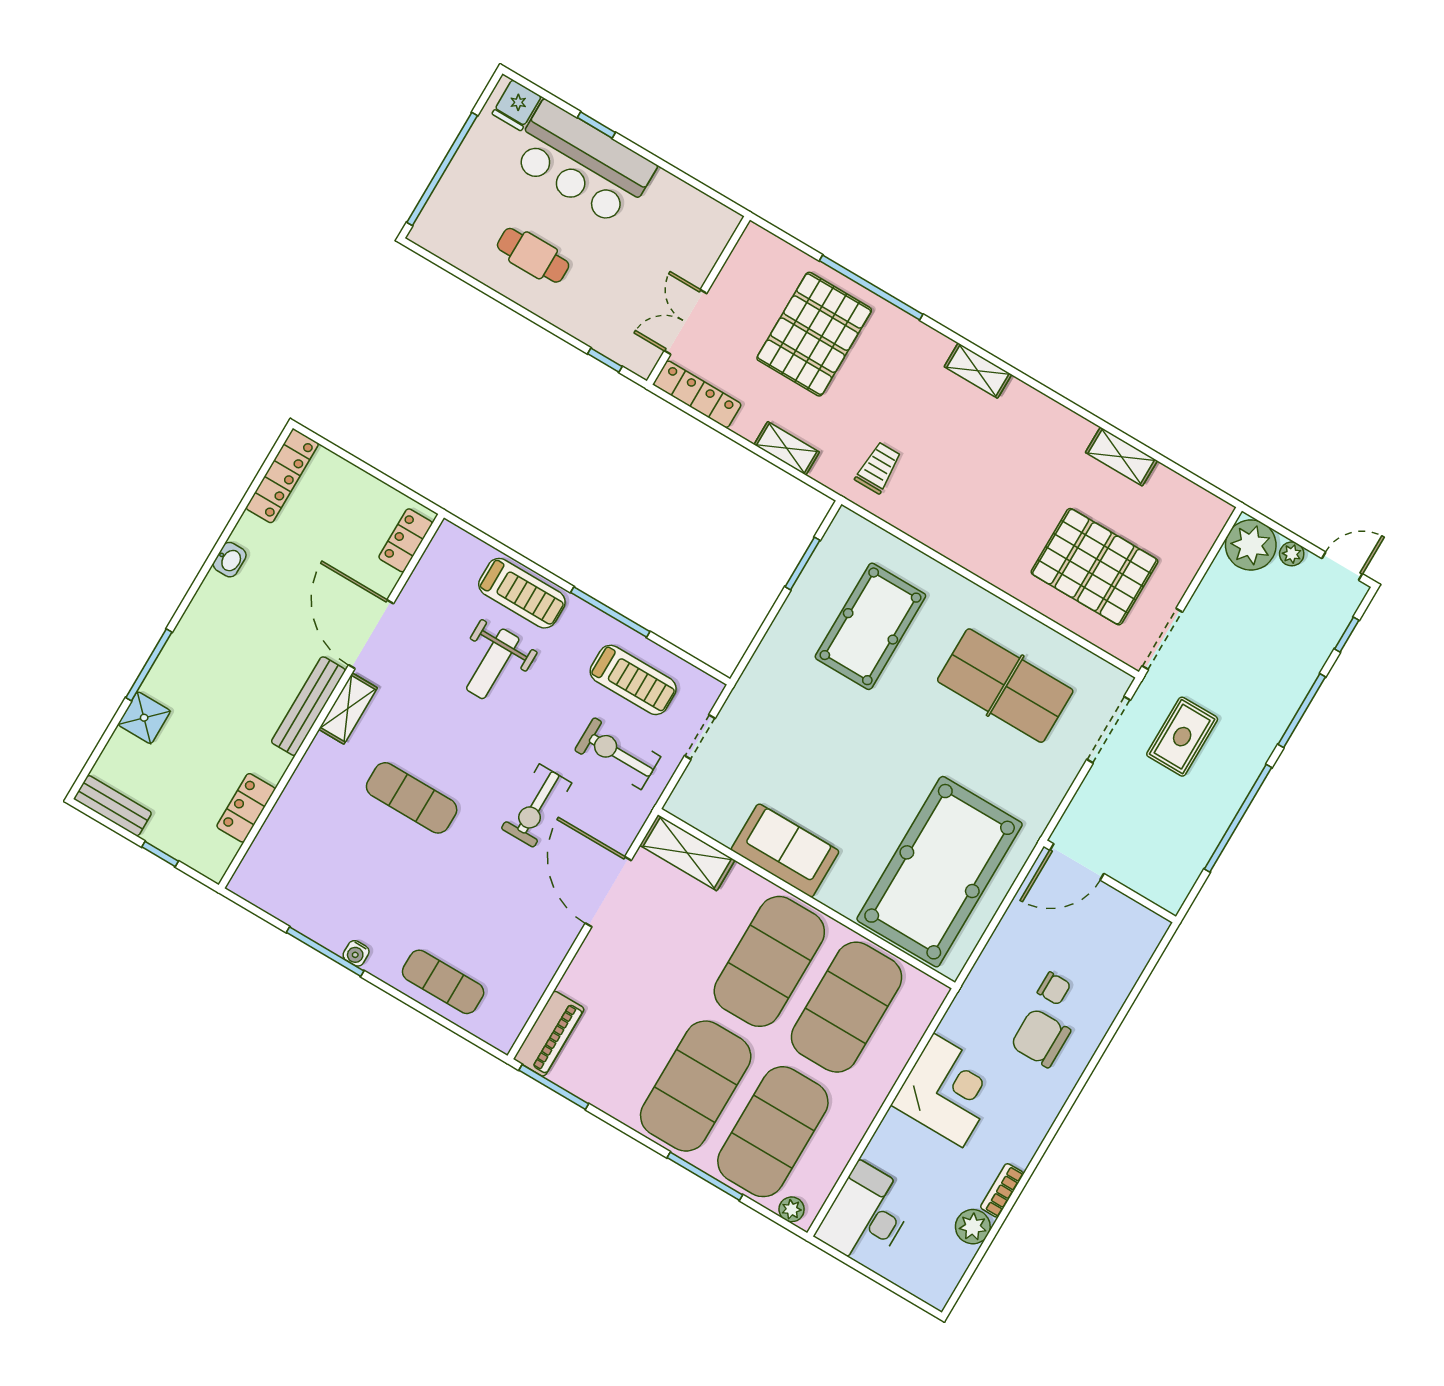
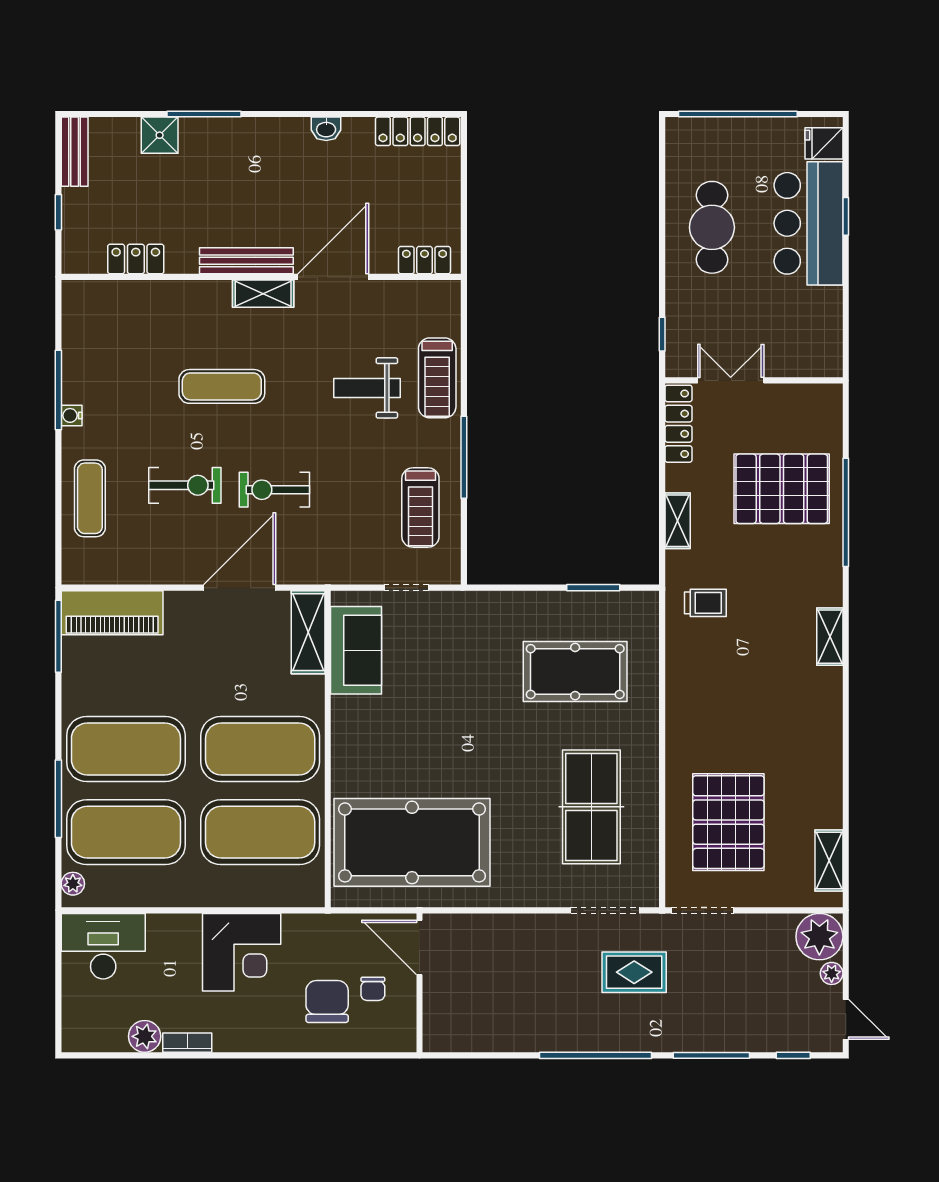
cafe table: (533, 255) -> (712, 227), width x1.37, depth x1.35
shelving: (1121, 457) -> (829, 861), moved
exercise bike: (618, 753) -> (185, 485), moved, turned 90
exercise mat: (412, 798) -> (222, 386), turned 90
sofa: (785, 850) -> (356, 650), moved
door: (1077, 862) -> (419, 947), moved
wall: (1110, 881) -> (419, 983), moved
piano: (549, 1034) -> (112, 613), width x1.37, depth x1.33

